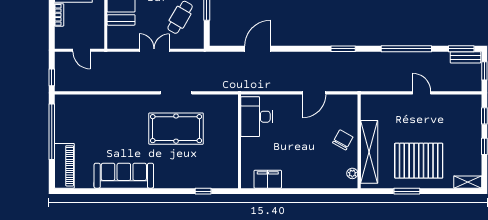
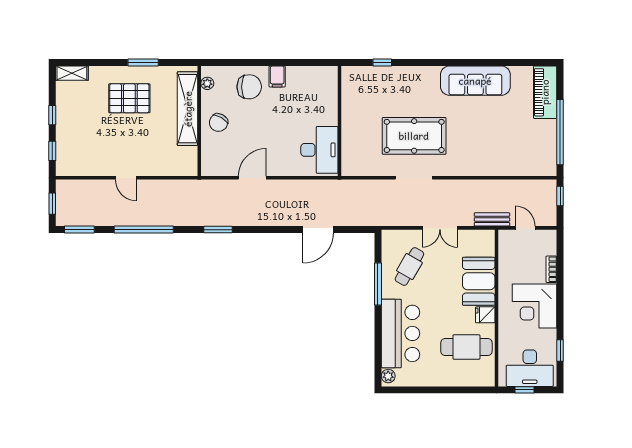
bench: (465, 57) -> (492, 219), moved
pallet: (419, 161) -> (129, 98), width x0.73, depth x0.71
chair: (317, 170) -> (249, 87), added
filing cabinet: (268, 179) -> (277, 76), moved, width x0.50

